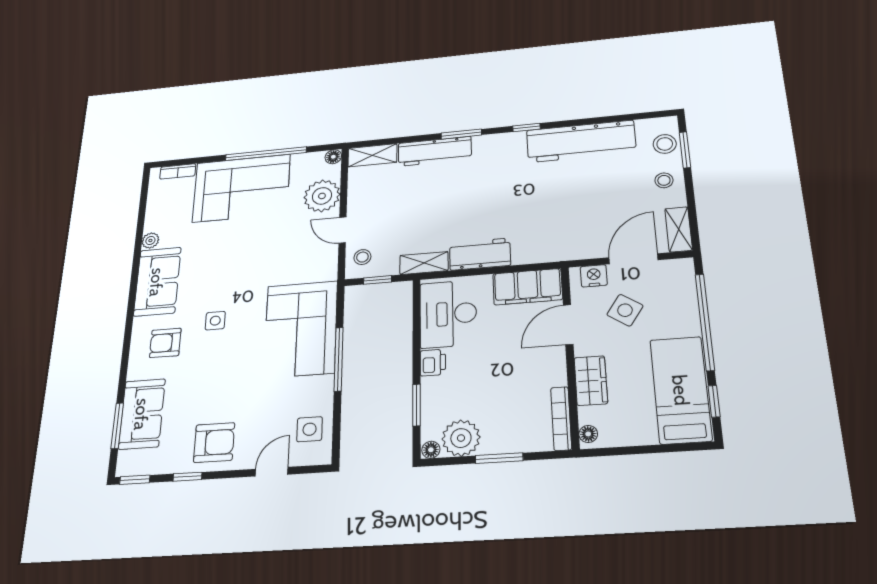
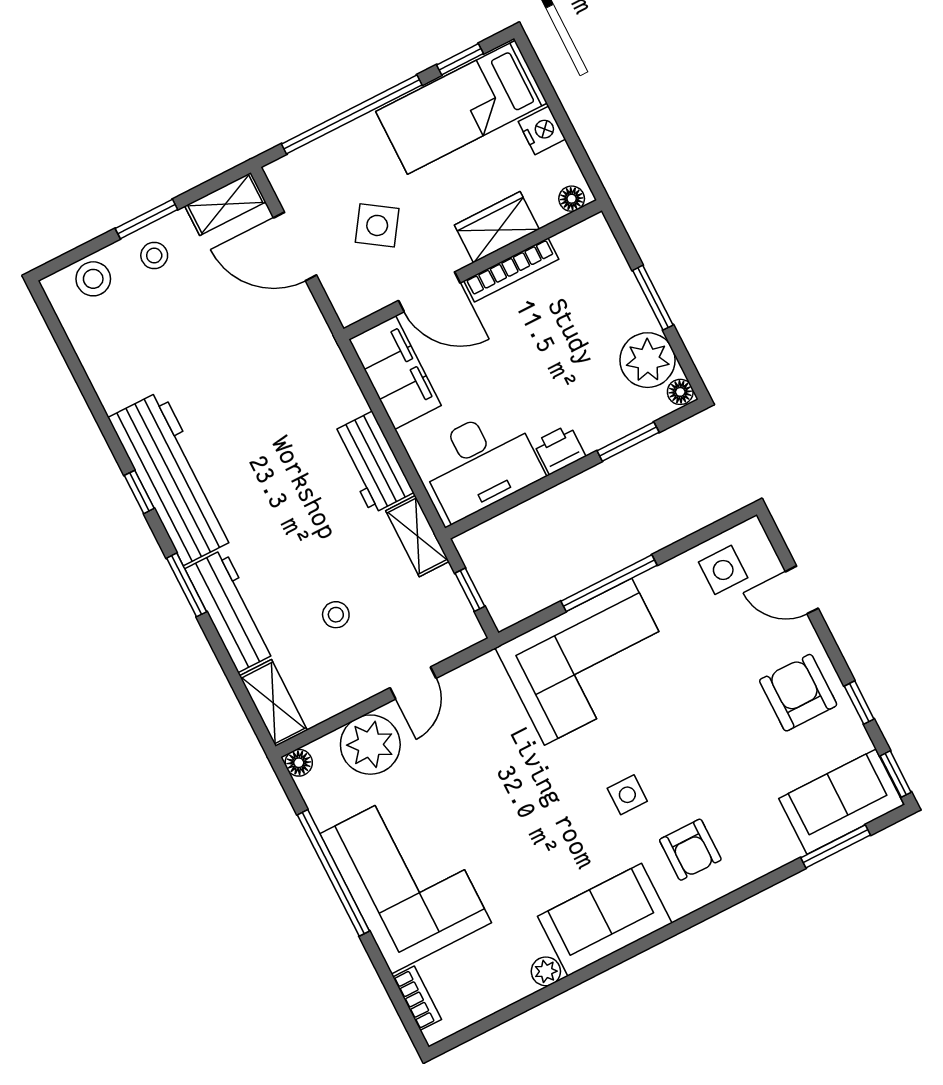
workbench: (581, 141) -> (173, 478), moved
window: (685, 150) -> (146, 219), moved
stool: (362, 257) -> (336, 615), moved
nightstand: (594, 276) -> (542, 130), moved, turned 180
sofa: (142, 414) -> (841, 802), moved
bookcase: (561, 418) -> (511, 270), moved

